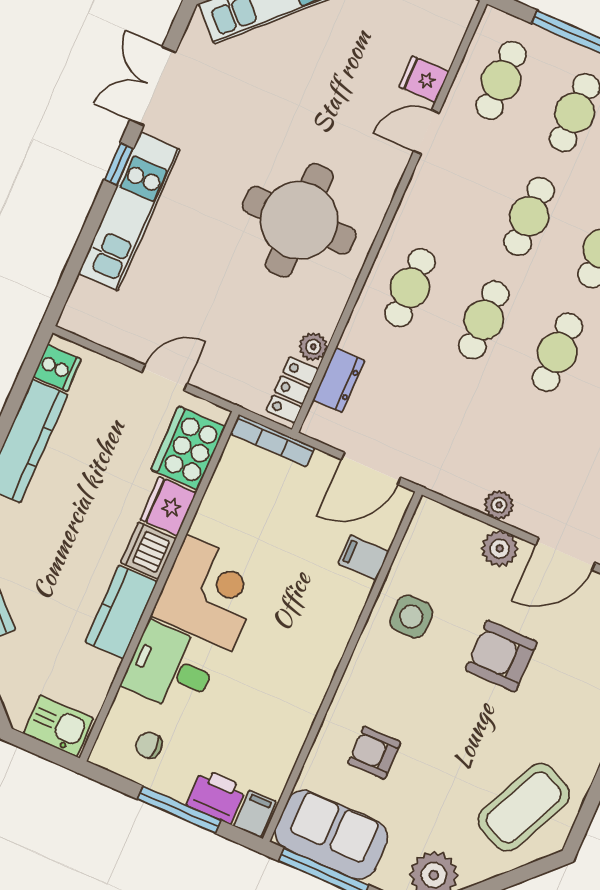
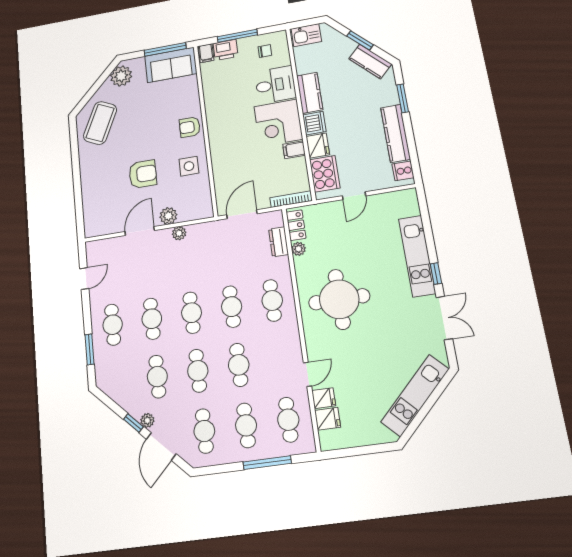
fridge: (438, 44) -> (327, 419), added
filing cabinet: (363, 557) -> (294, 150), moved, turned 180
armchair: (374, 753) -> (190, 127), moved, turned 180

